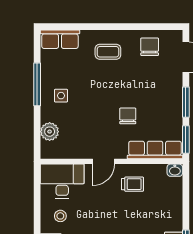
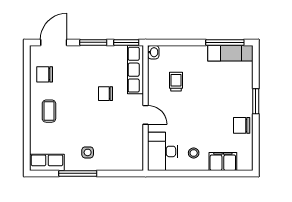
row of seats: (60, 39) -> (47, 162), moved, turned -90
plant: (50, 132) -> (119, 163), removed
trolley: (133, 184) -> (176, 82), moved

